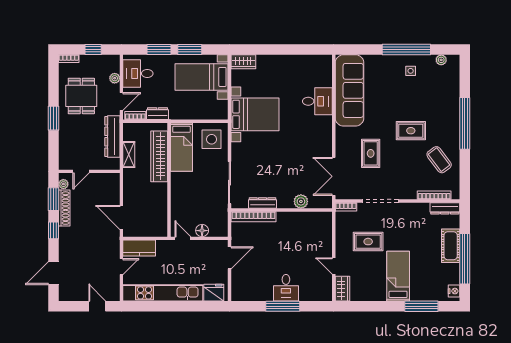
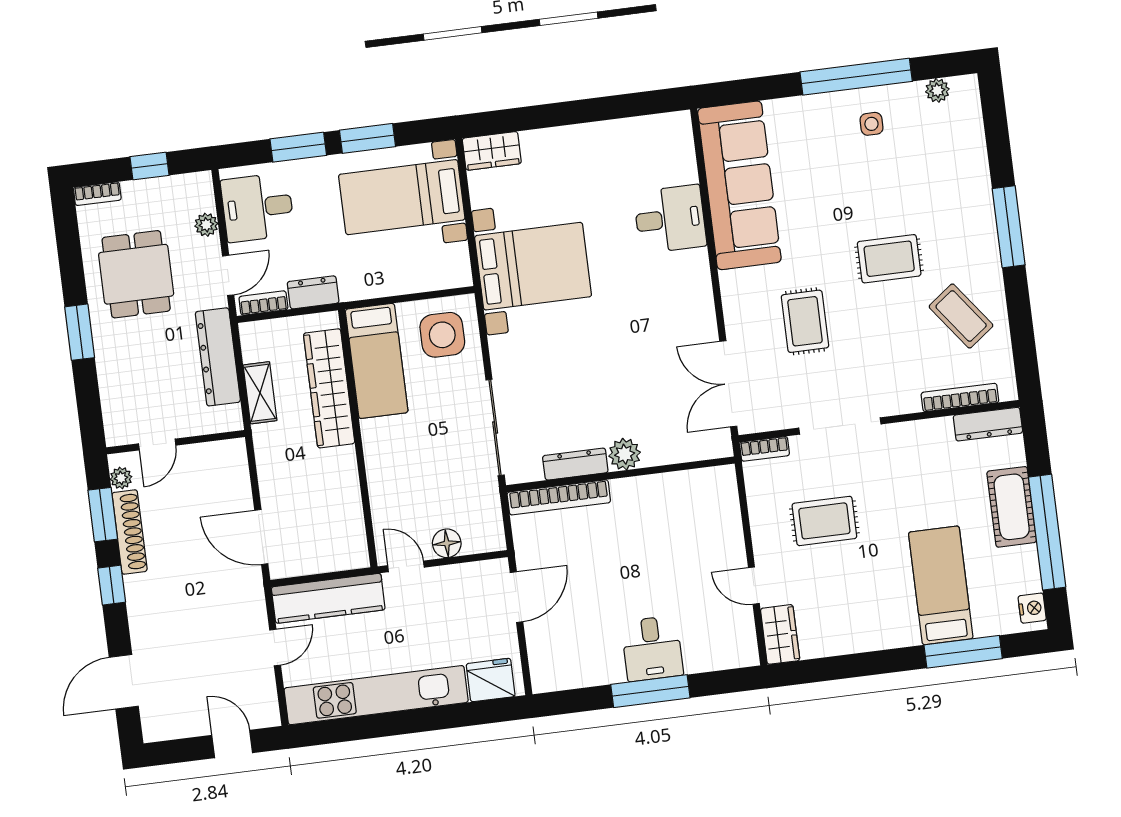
window: (465, 123) -> (1009, 227), width x0.68
plant: (301, 201) -> (625, 454), moved
kitchen counter: (139, 248) -> (328, 598), width x1.50
bed: (398, 276) -> (941, 585), moved

